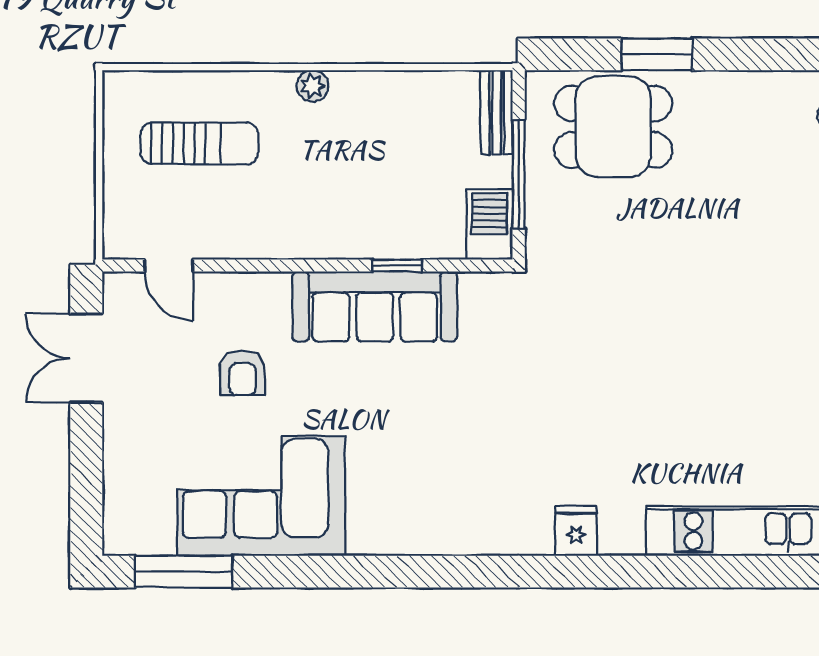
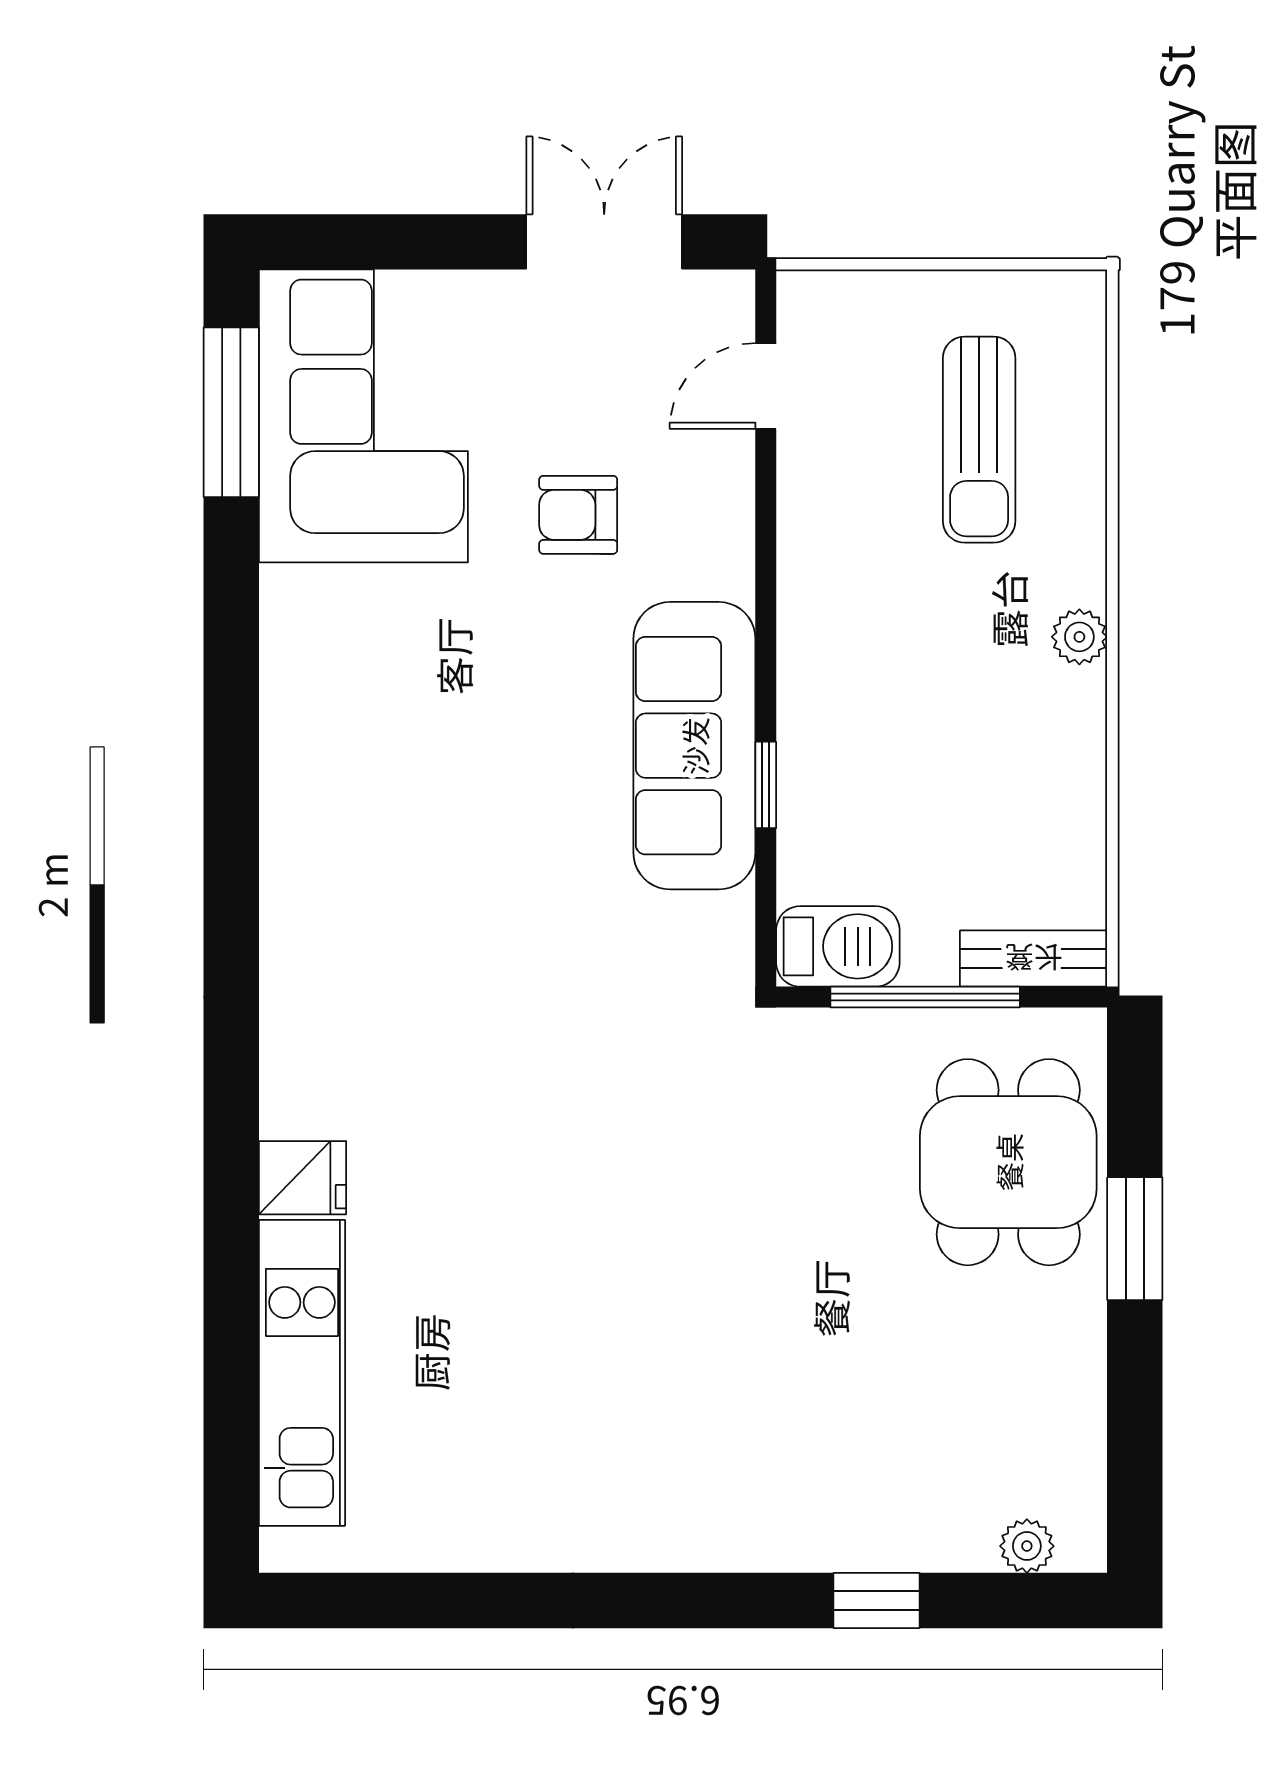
corner sofa: (261, 496) -> (363, 416), moved
fridge: (576, 531) -> (303, 1178), moved

